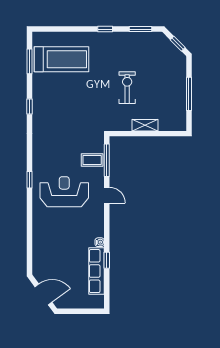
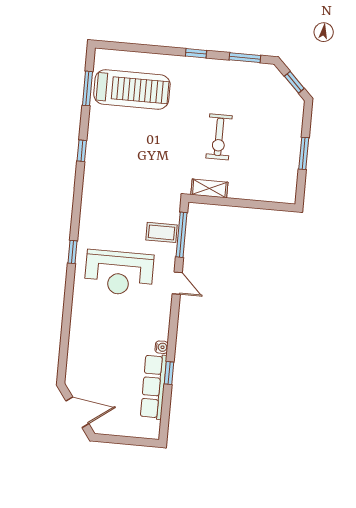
exercise bike: (127, 88) -> (219, 137), turned 180
window: (189, 94) -> (304, 153), width x0.69
shelving: (145, 125) -> (209, 188), moved
reception desk: (64, 192) -> (119, 273), turned 180

